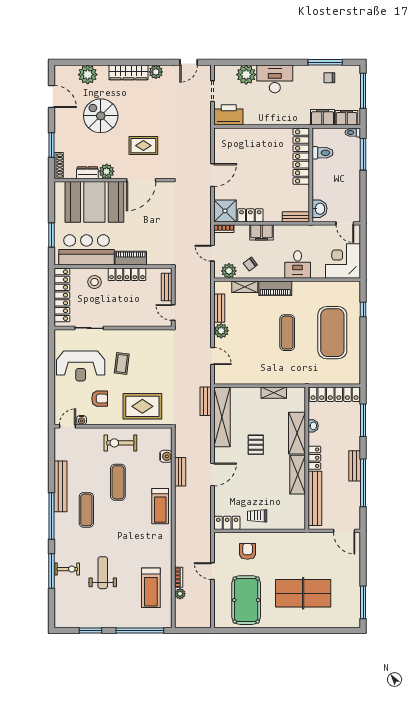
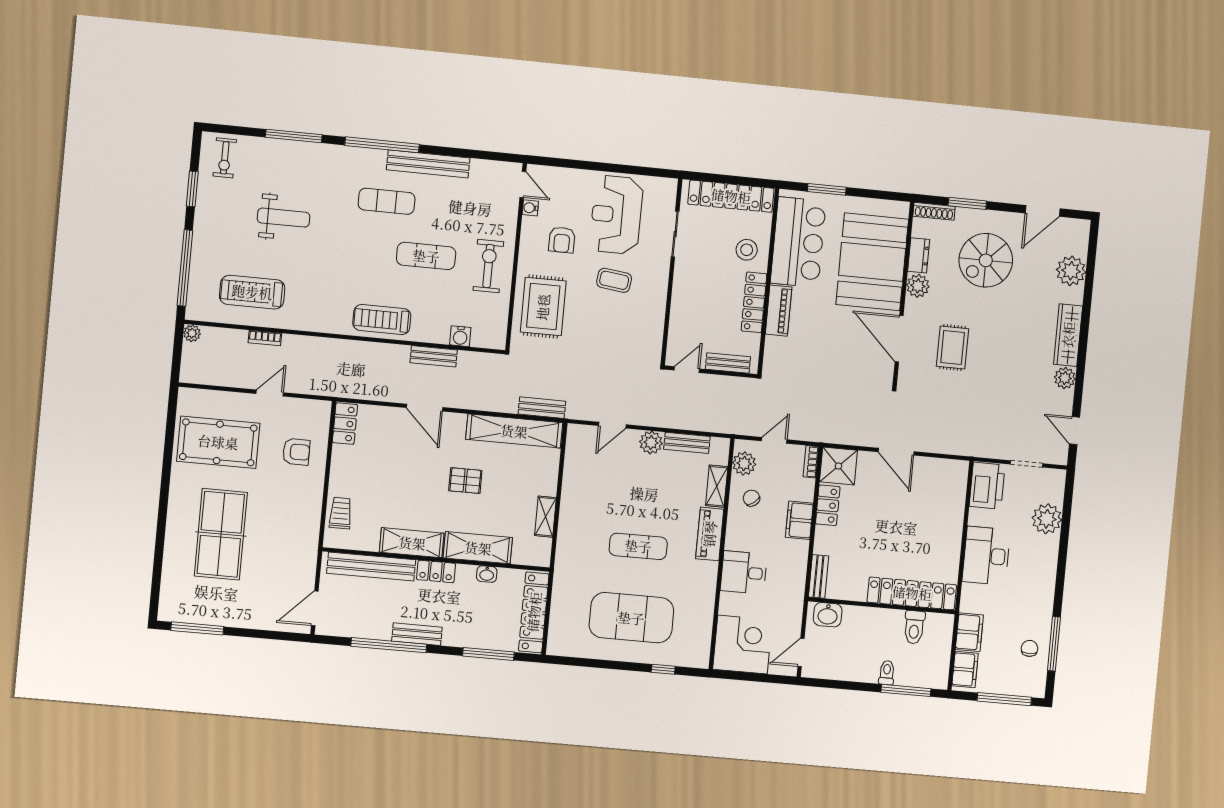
desk: (275, 79) -> (986, 556), moved, turned 180
spiral stairs: (101, 116) -> (986, 260), moved, turned 180
toilet: (353, 132) -> (887, 673), moved
trolley: (257, 516) -> (341, 513), moved
exercise bike: (67, 569) -> (225, 158), moved
plant: (180, 594) -> (192, 333), moved

